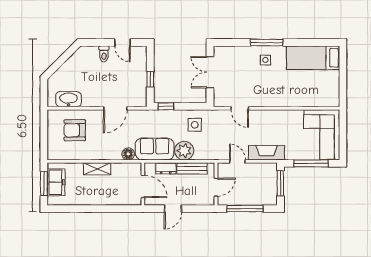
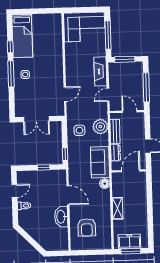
window: (300, 42) -> (10, 47), added
washbasin: (68, 99) -> (61, 217), moved
plant: (184, 151) -> (100, 127), moved

